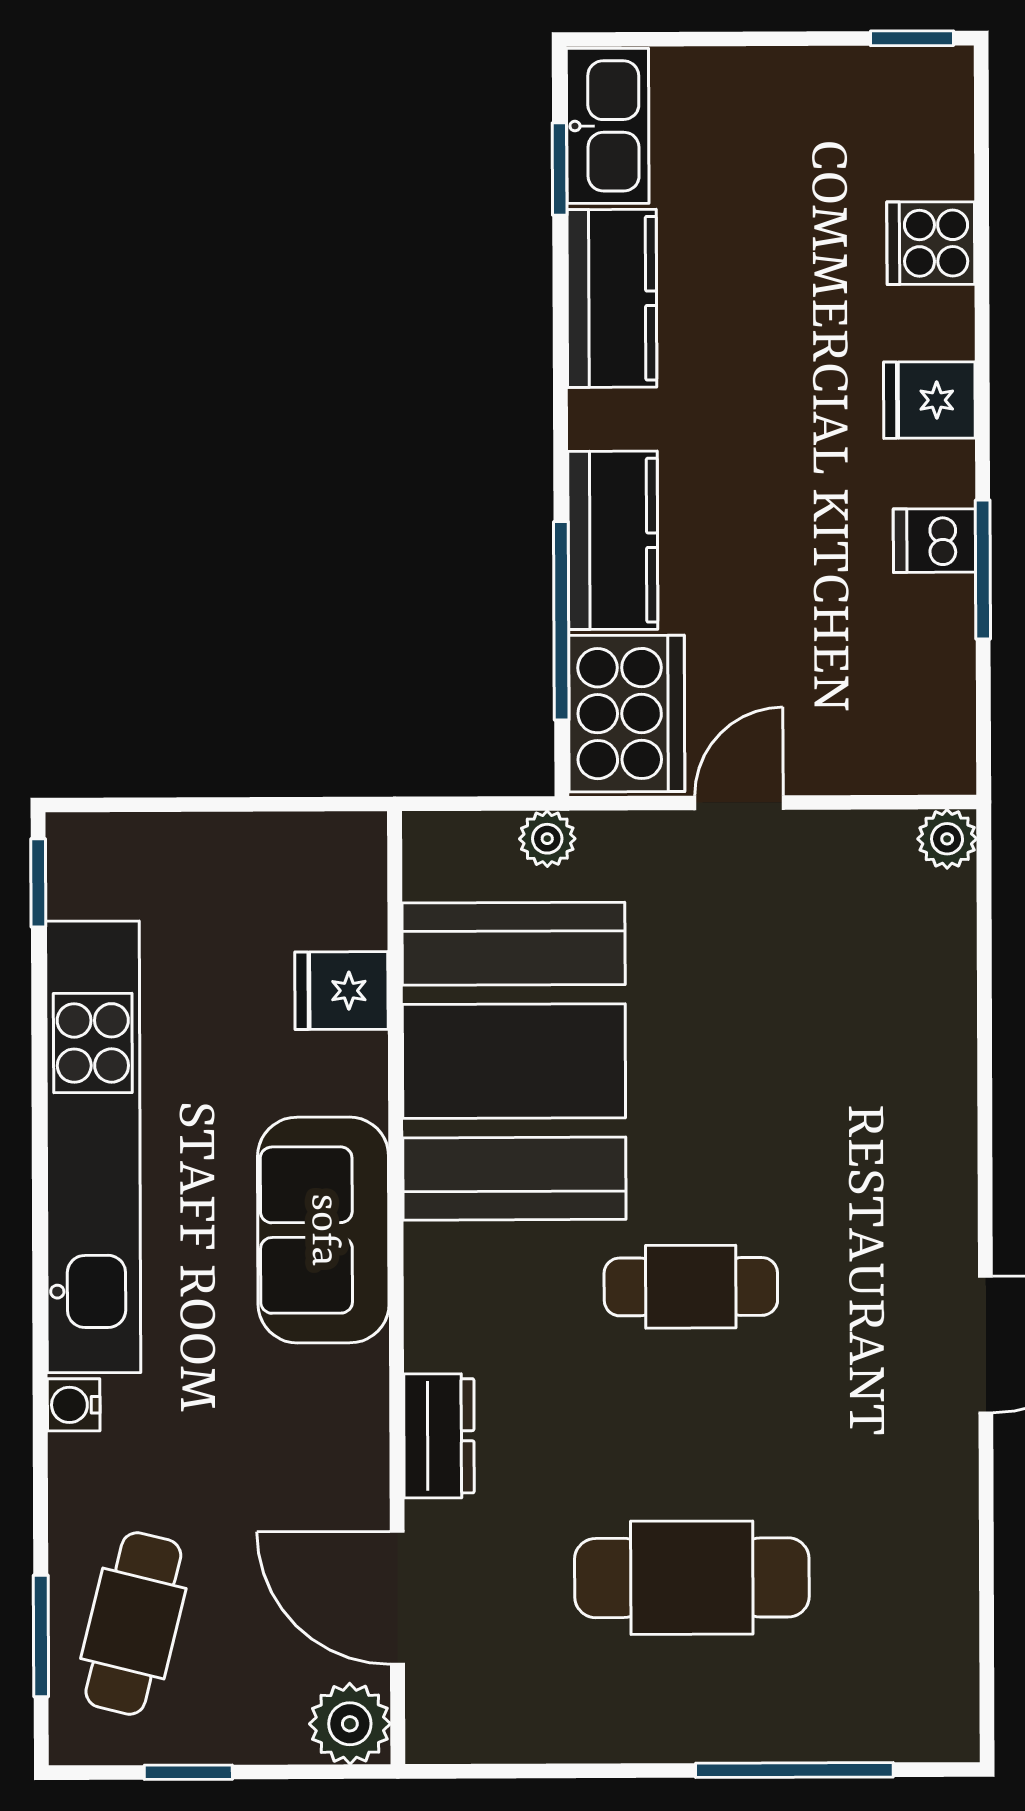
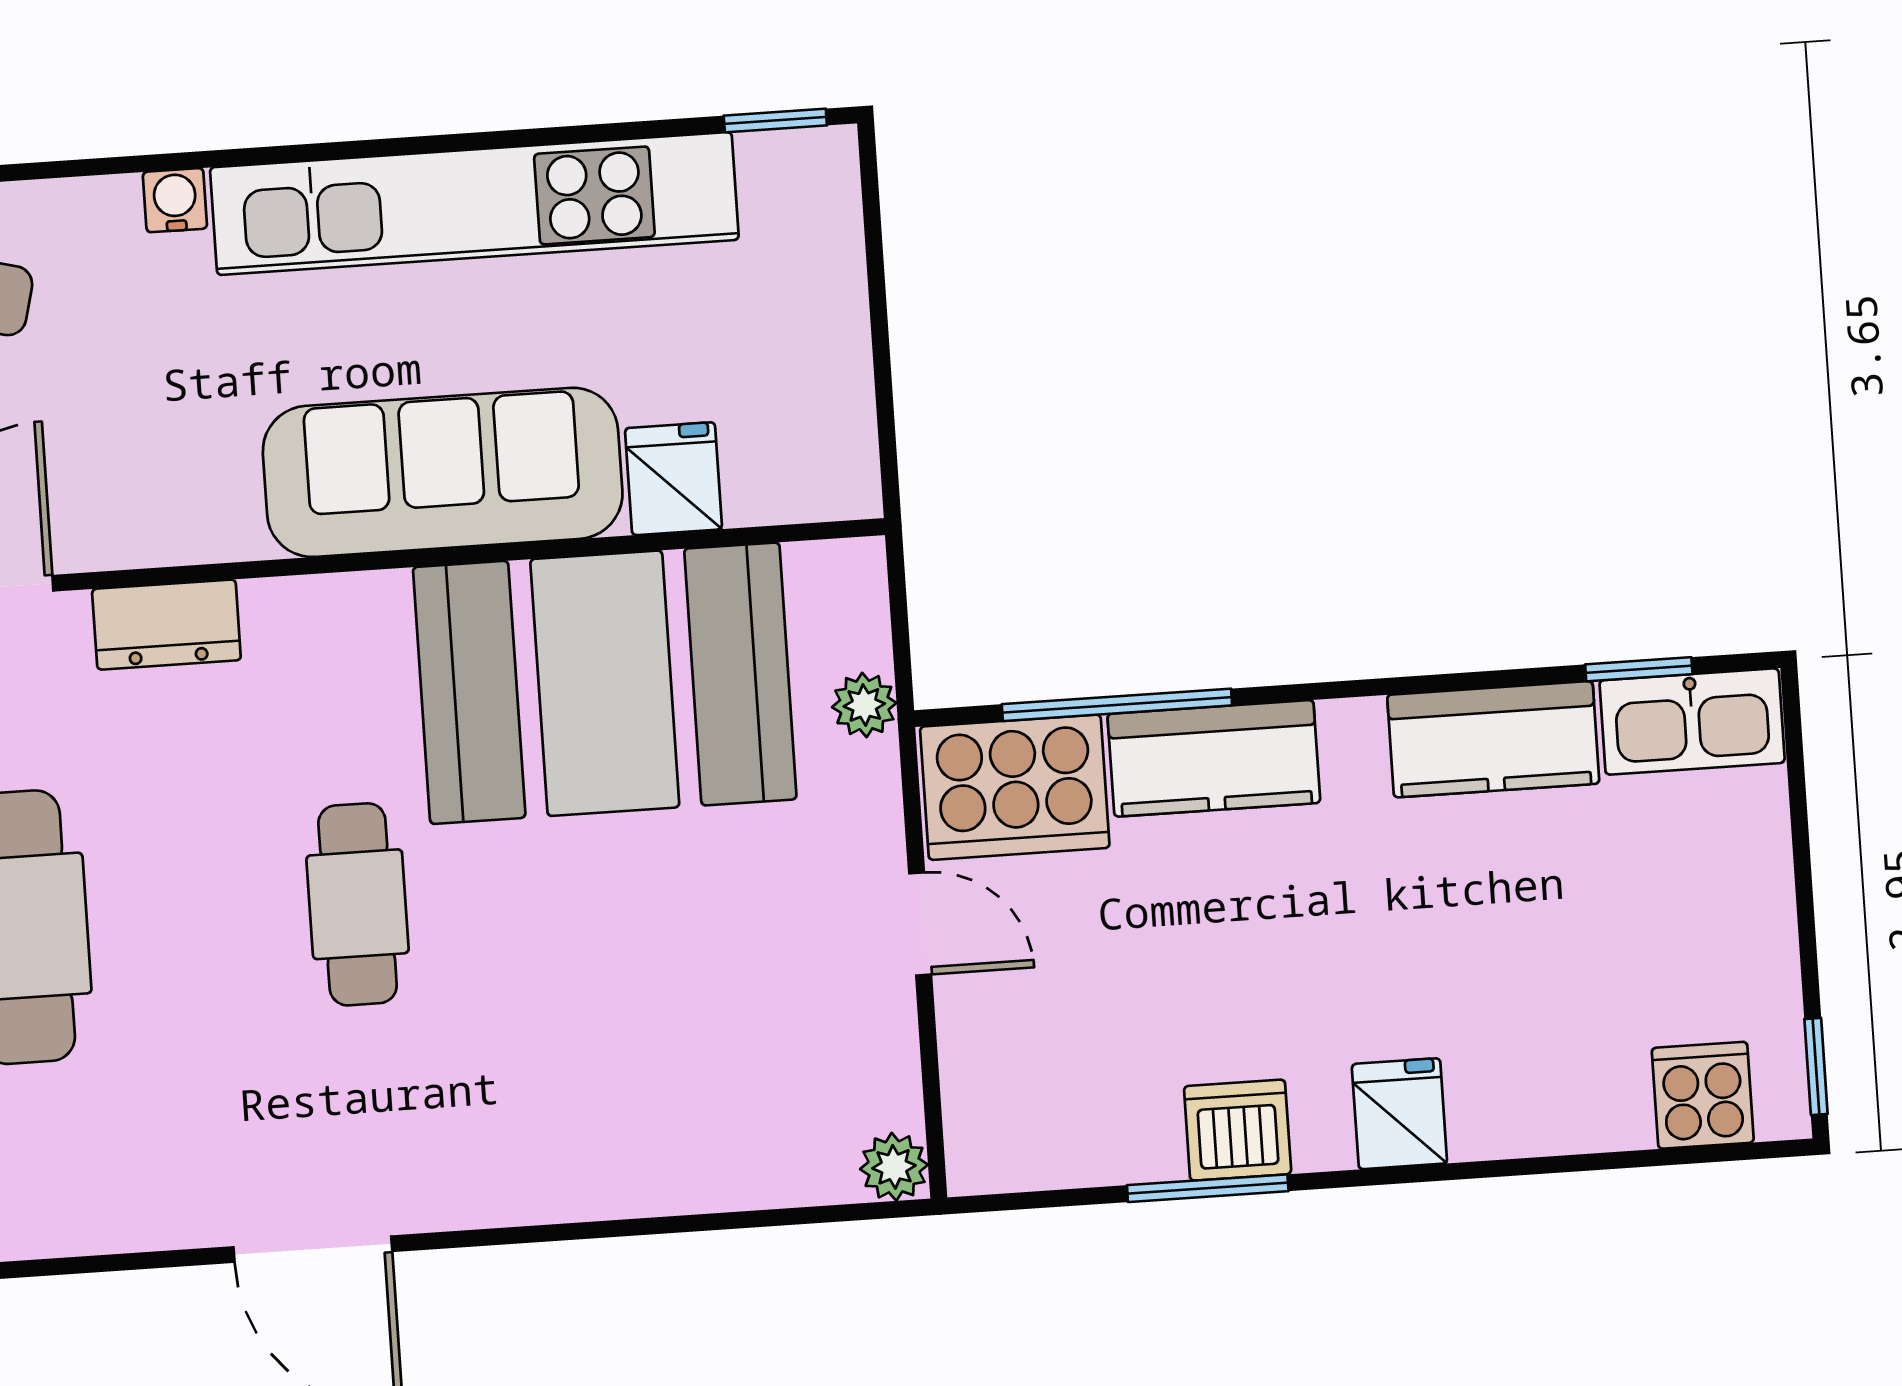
cooker: (931, 243) -> (1703, 1095), moved
dishwasher: (935, 541) -> (1238, 1130), width x1.38
sofa: (323, 1230) -> (443, 472), width x1.36

